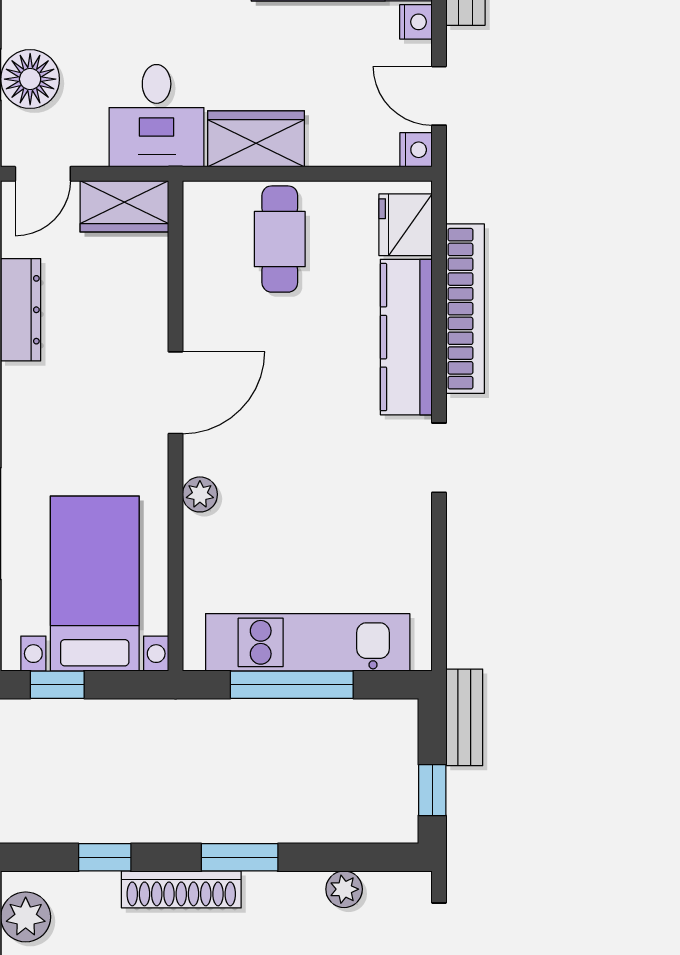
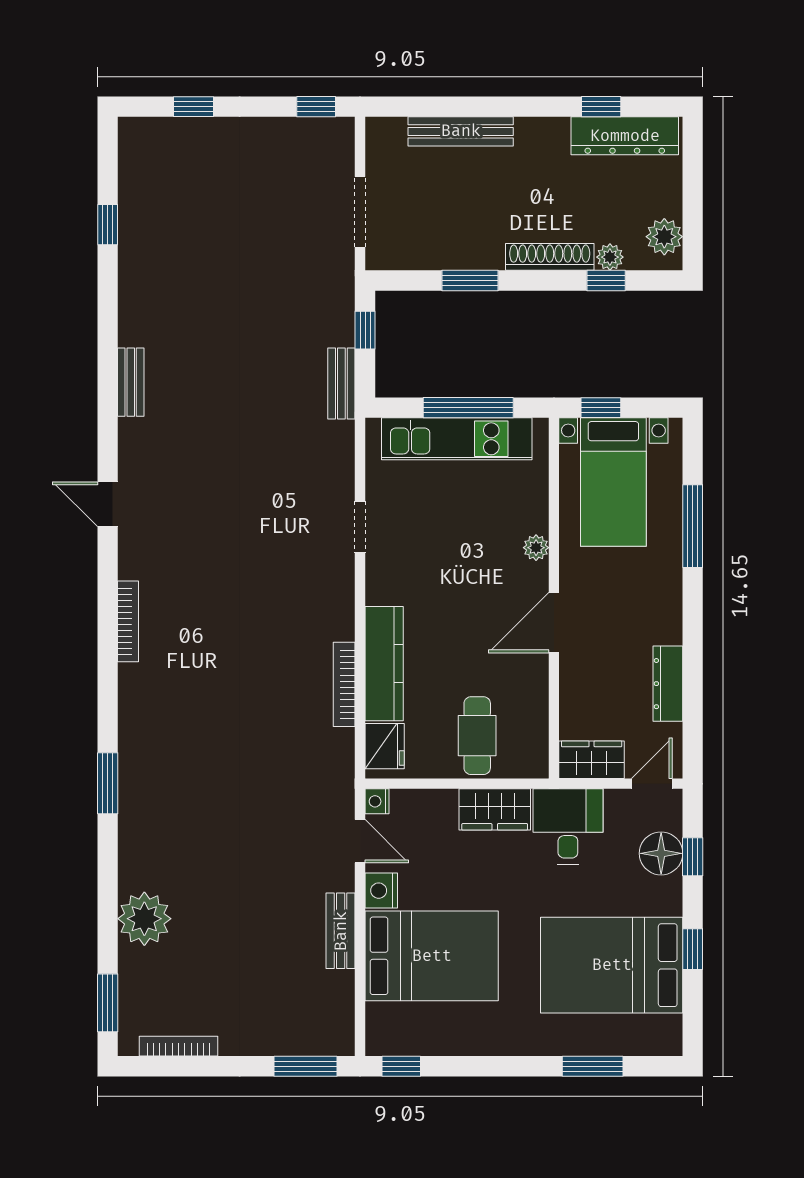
nightstand: (416, 22) -> (381, 891), width x1.39, depth x1.35
bookcase: (465, 309) -> (344, 684), width x0.68, depth x0.76
doorway: (439, 458) -> (360, 527), moved
window: (57, 685) -> (601, 408), moved
window: (240, 857) -> (470, 281), moved
plant: (344, 889) -> (610, 257), moved

